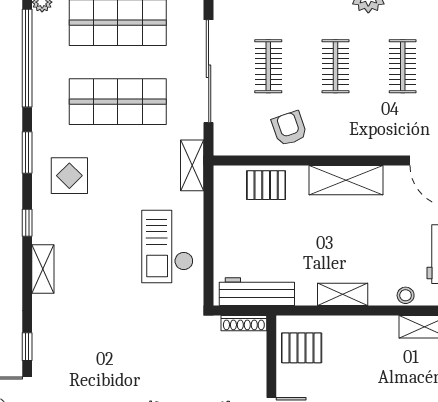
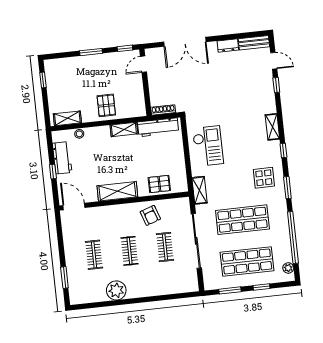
shelving: (343, 294) -> (124, 129), moved
pallet: (302, 348) -> (106, 105), moved, turned 90

